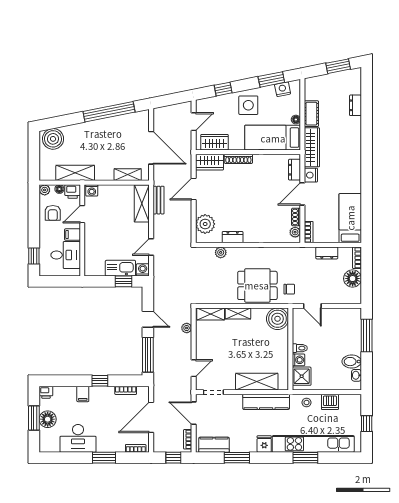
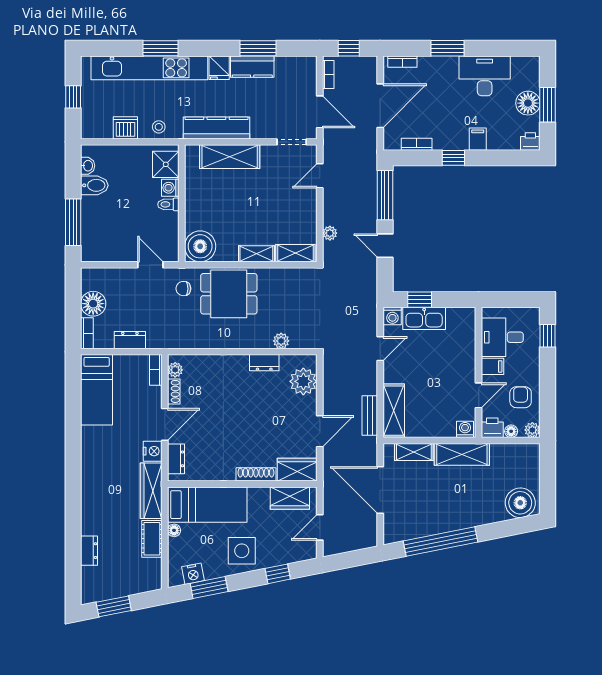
shelving: (75, 173) -> (462, 454), moved
kitchen counter: (214, 445) -> (252, 67), moved

